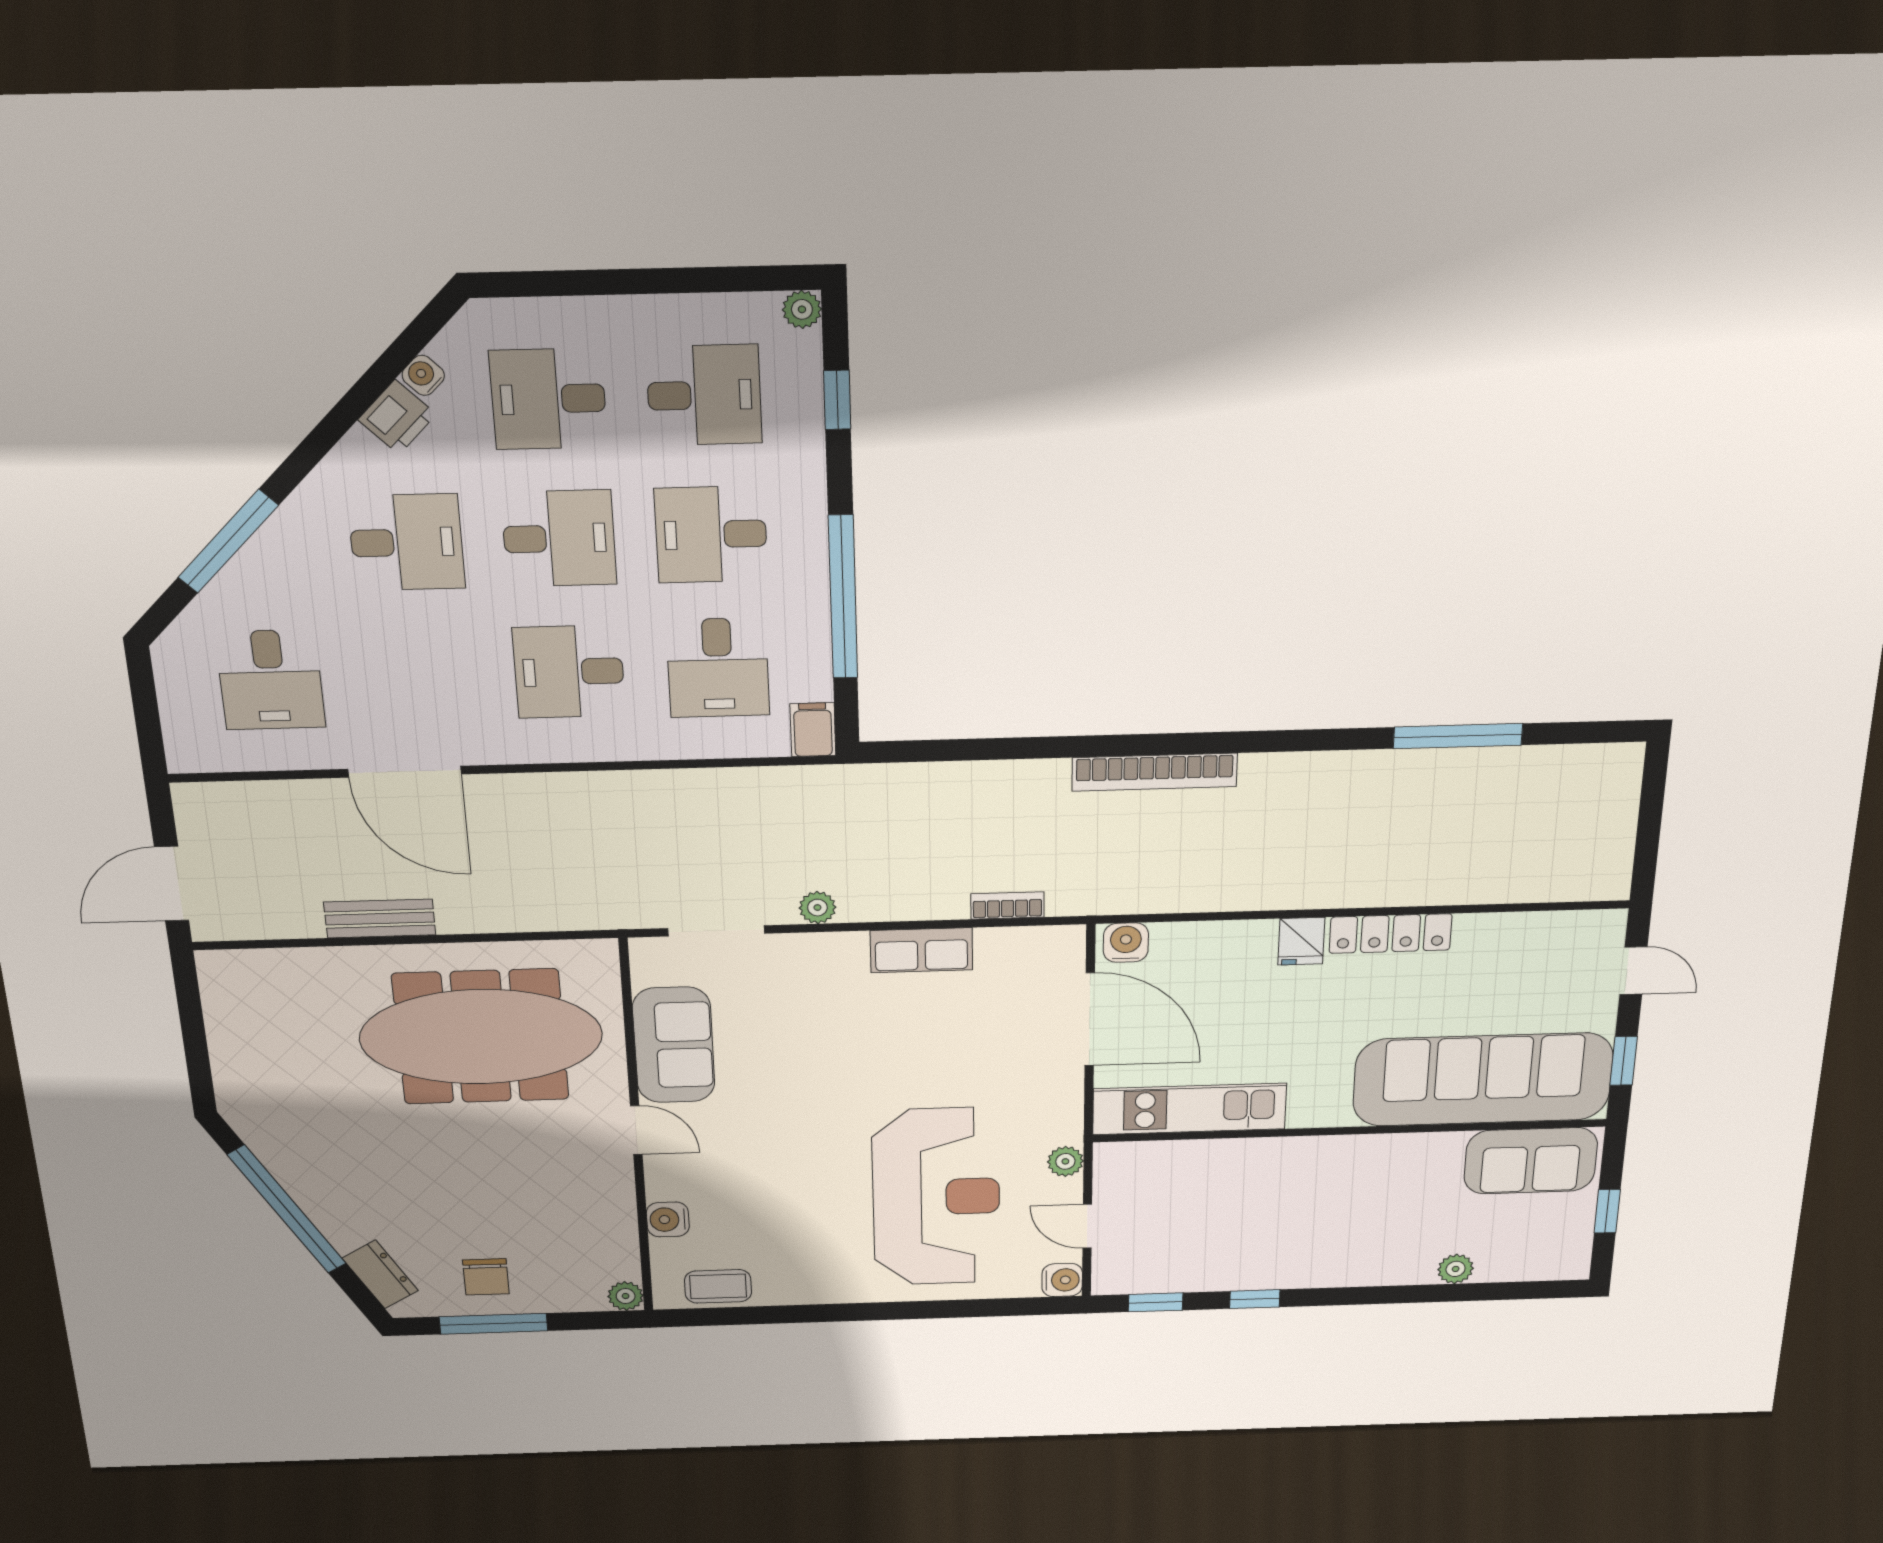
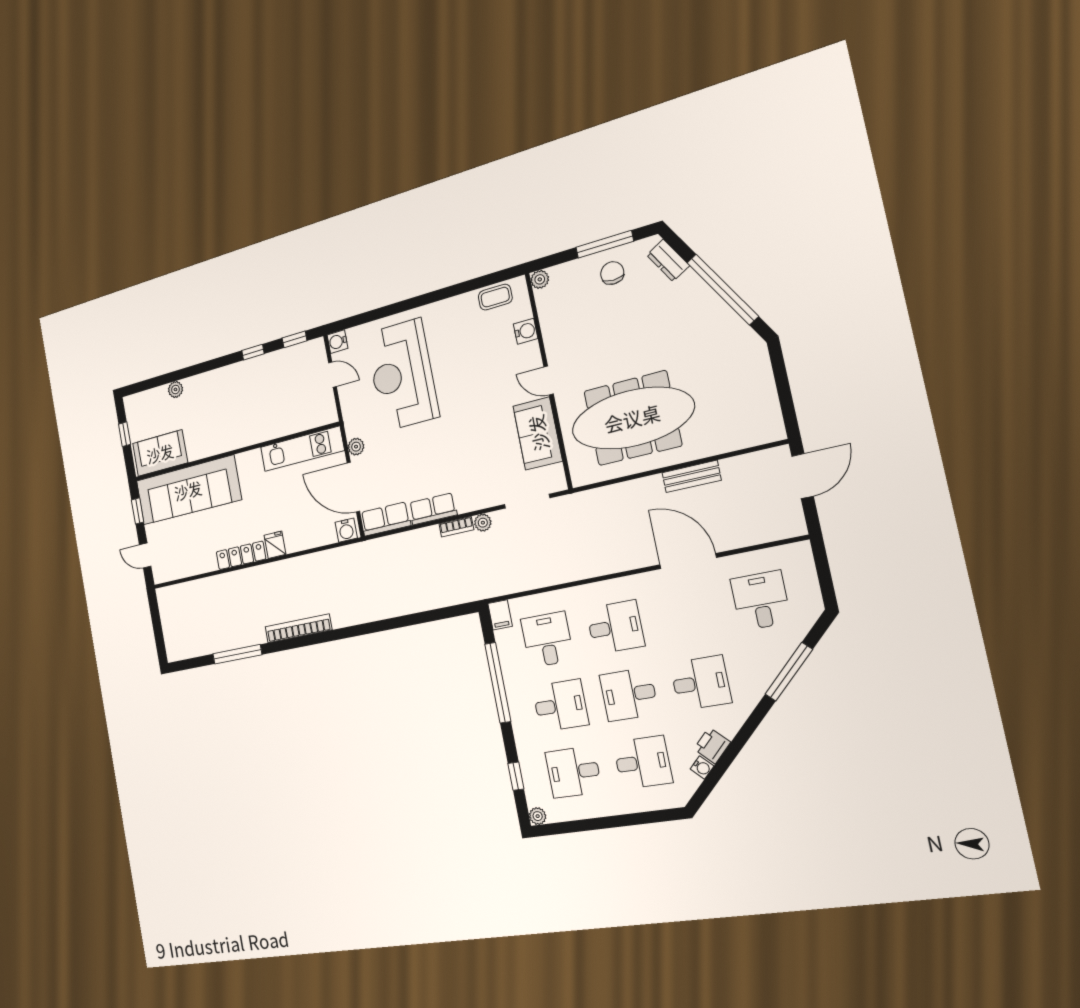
desk: (406, 542) -> (701, 683), turned 180
bookcase: (1155, 772) -> (298, 628), moved
bookcase: (1007, 905) -> (456, 527), moved
row of seats: (1031, 949) -> (385, 519), added
plant: (1065, 1161) -> (356, 447), moved

